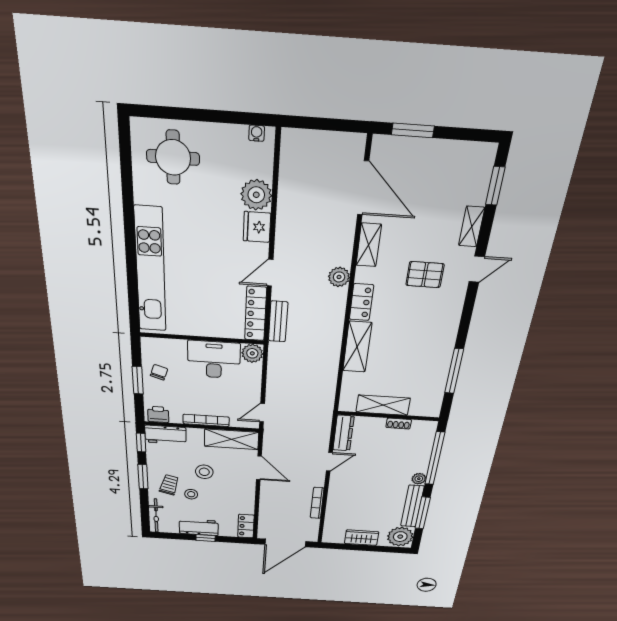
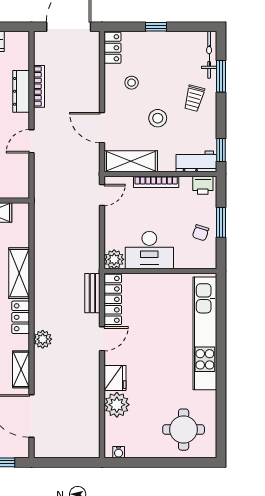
dresser: (344, 433) -> (21, 91), moved
window: (143, 477) -> (221, 76), moved
stool: (191, 494) -> (132, 83), moved
workbench: (199, 527) -> (163, 42), removed

